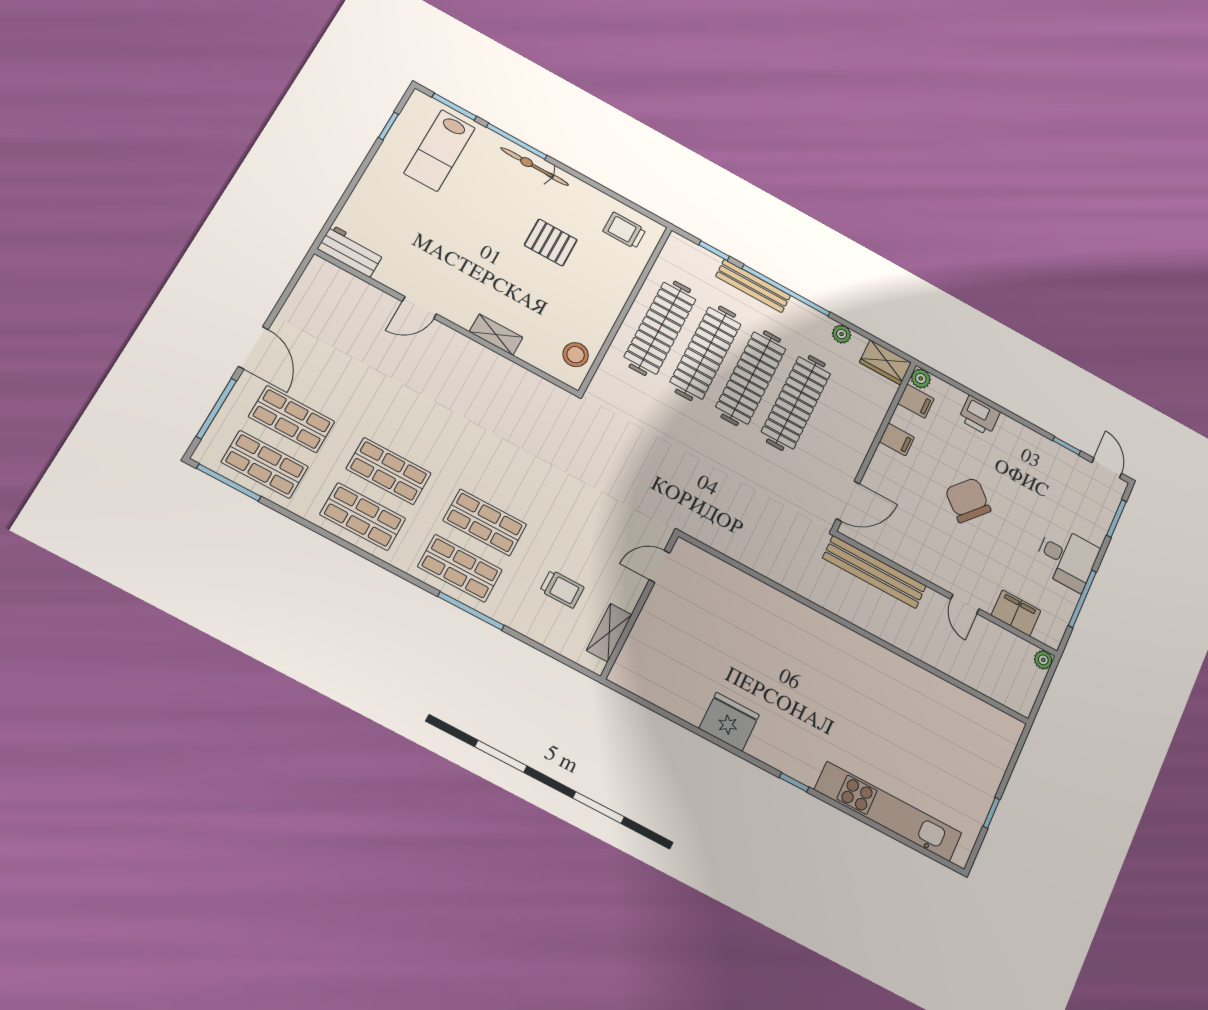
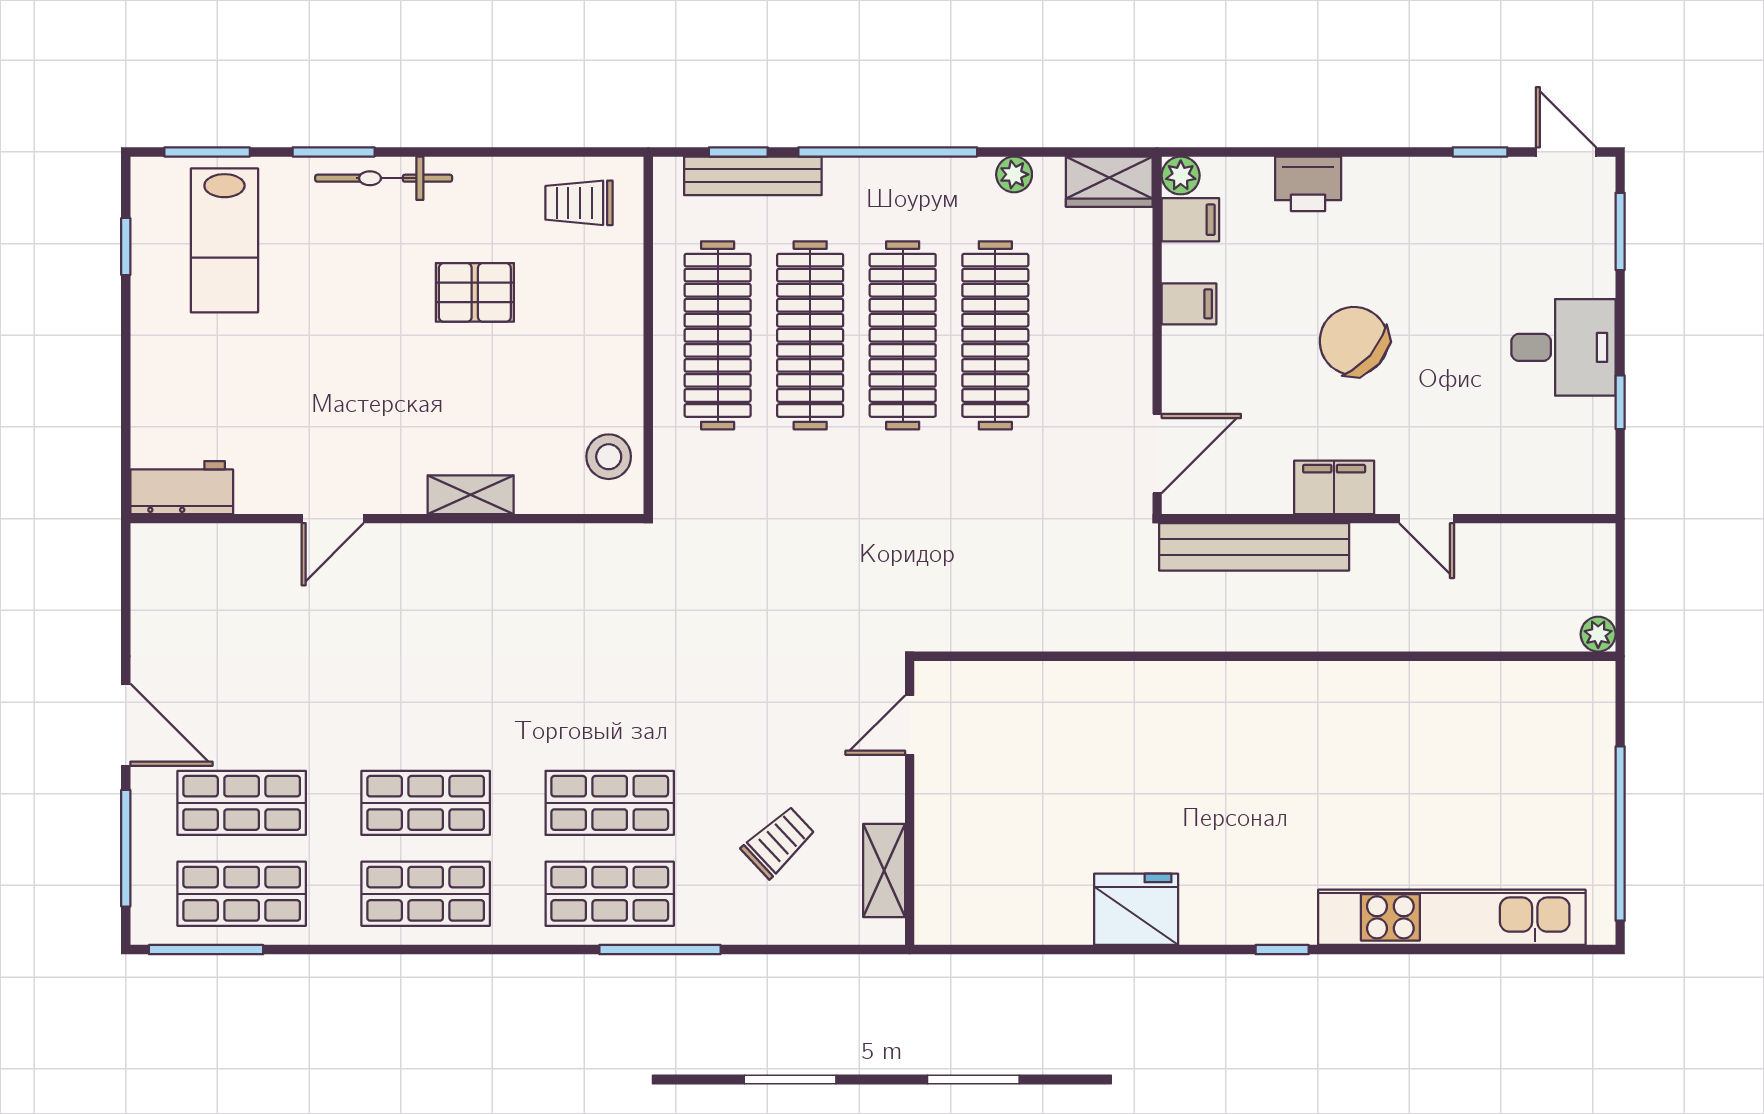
window: (517, 141) -> (334, 152), width x0.69
bench: (753, 286) -> (753, 176), moved
trolley: (562, 589) -> (778, 842), turned -43
window: (1082, 599) -> (1620, 402), width x0.46
filing cabinet: (1016, 613) -> (1334, 487), moved
plant: (1043, 660) -> (1598, 634), moved
window: (991, 813) -> (1620, 834), width x3.17

